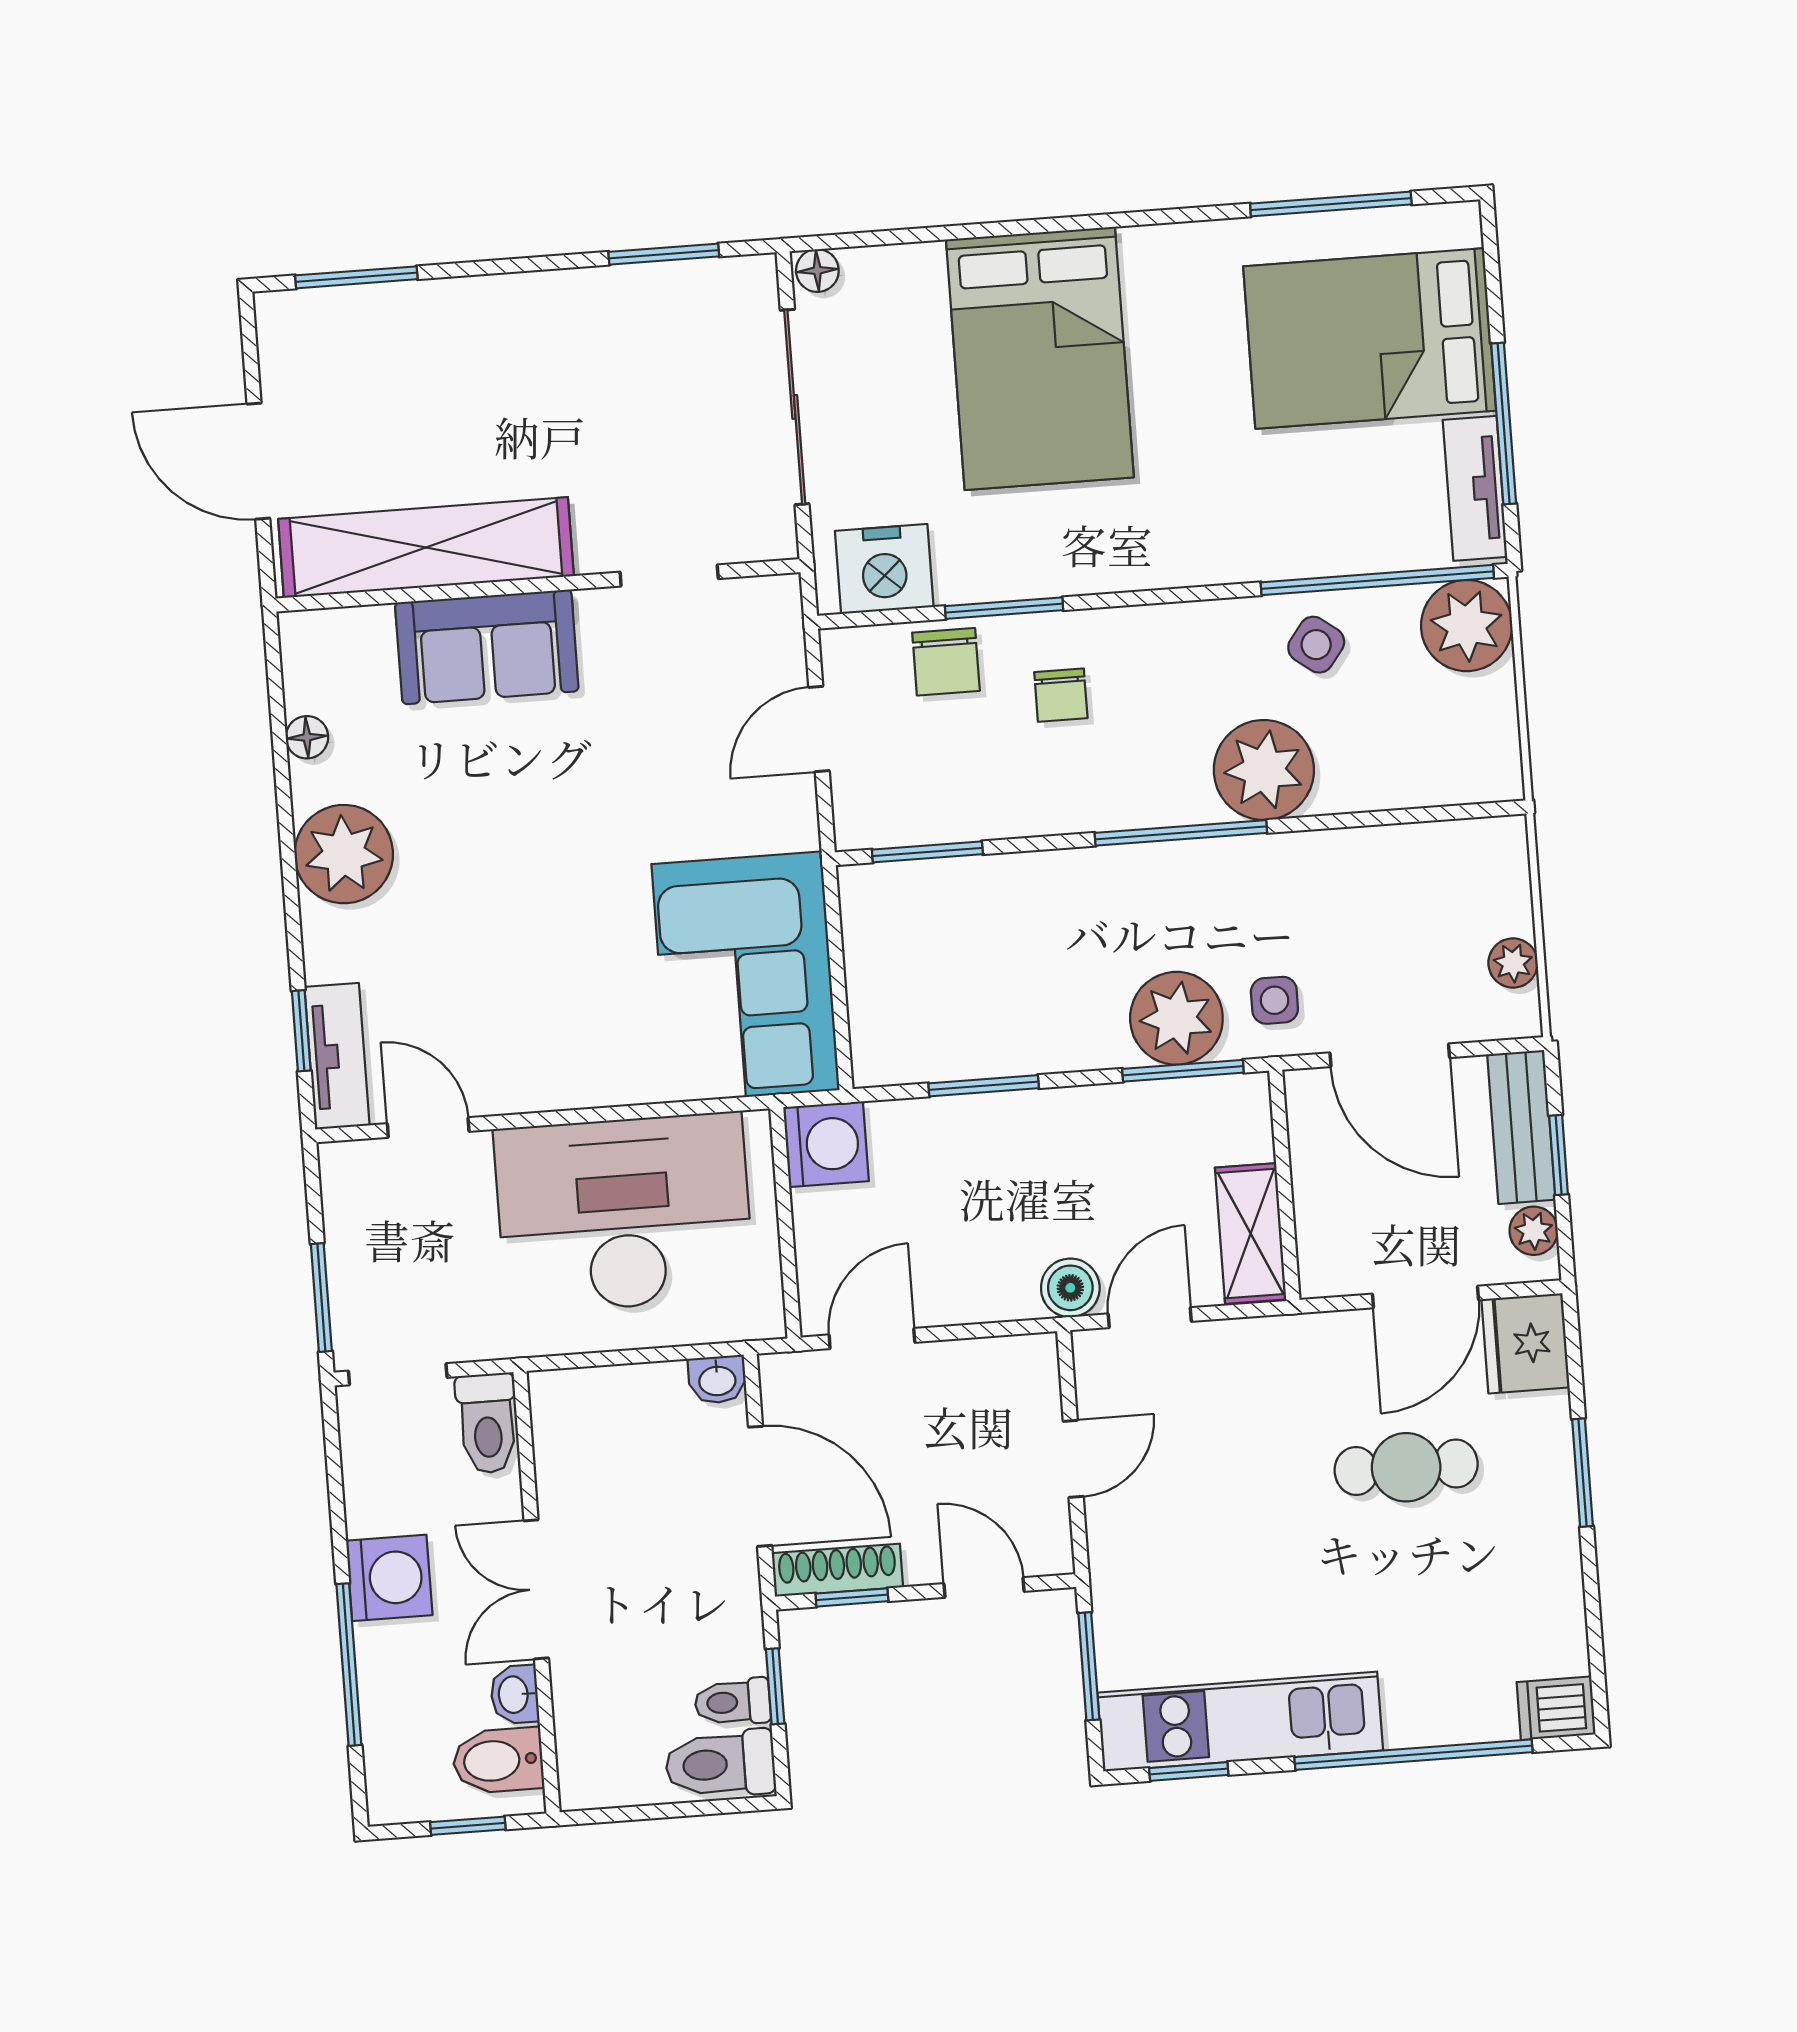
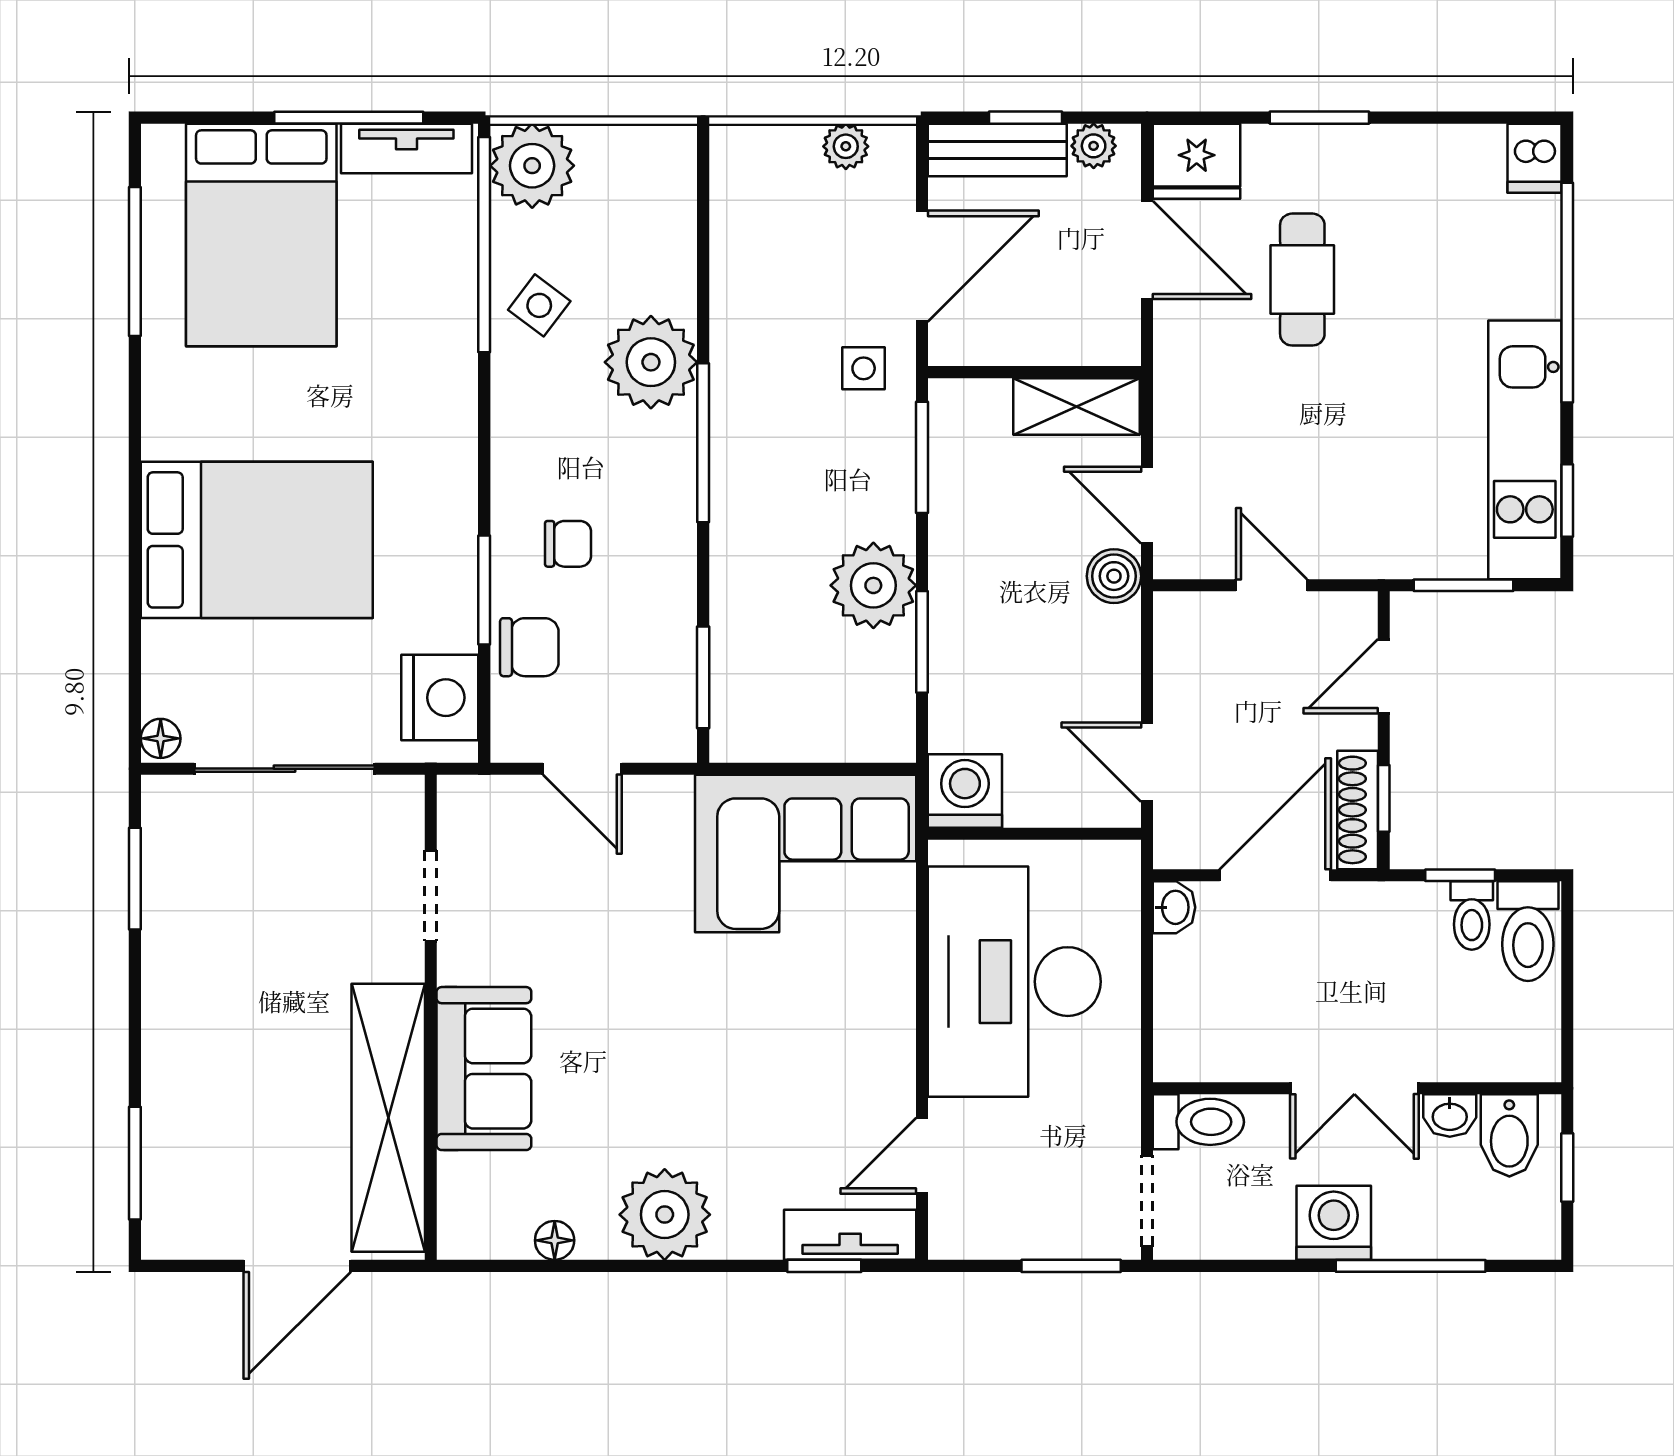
plant: (1176, 1018) -> (873, 585), moved

